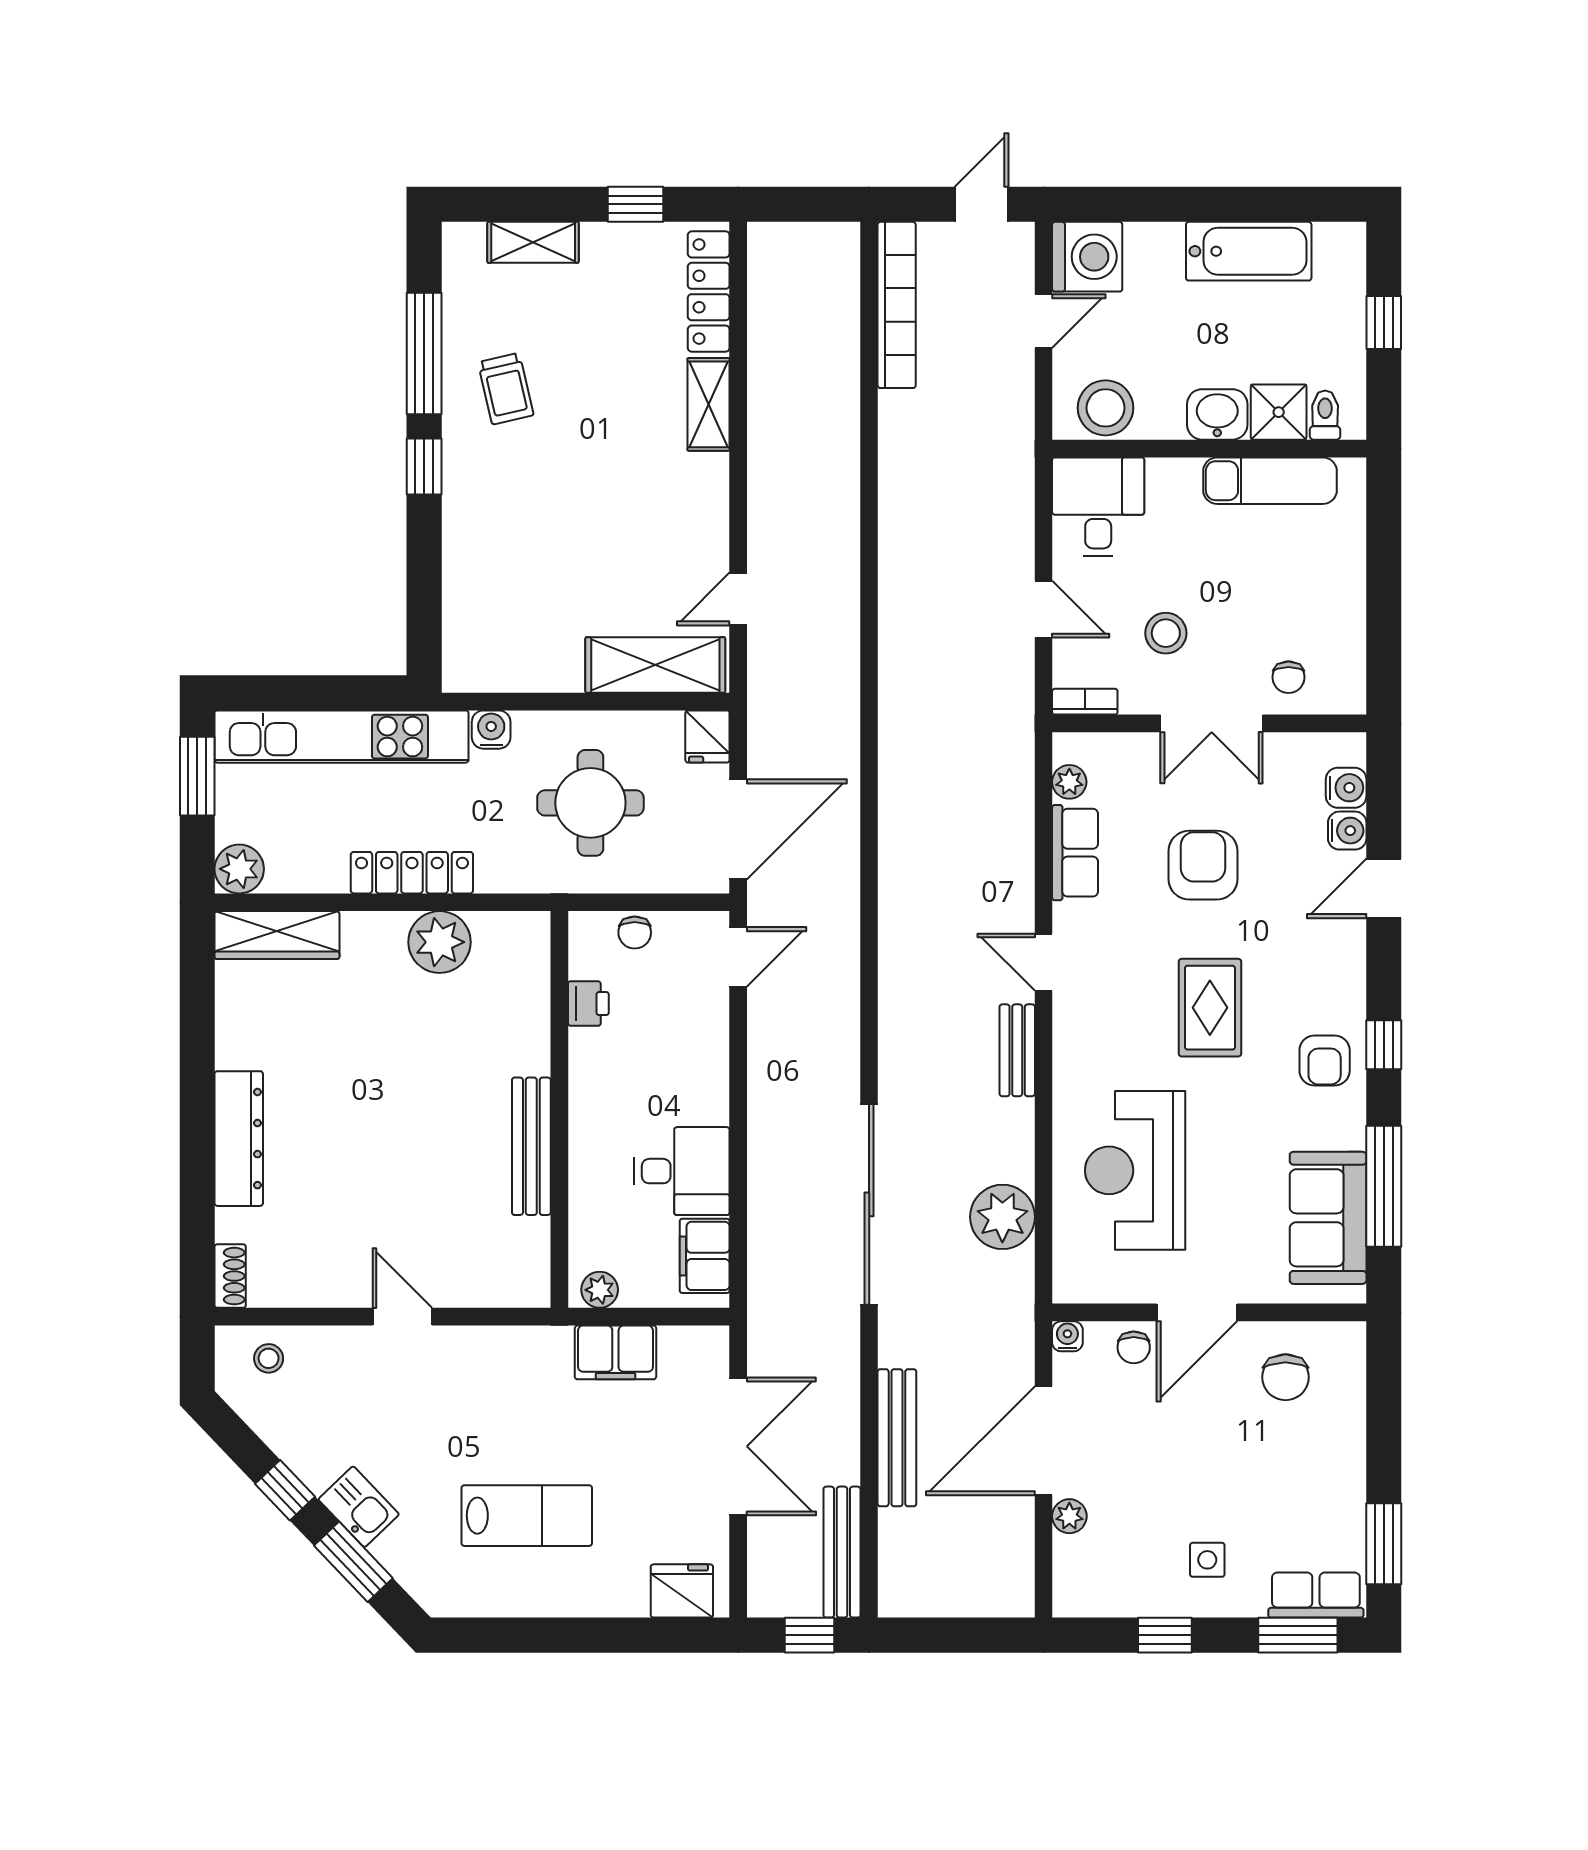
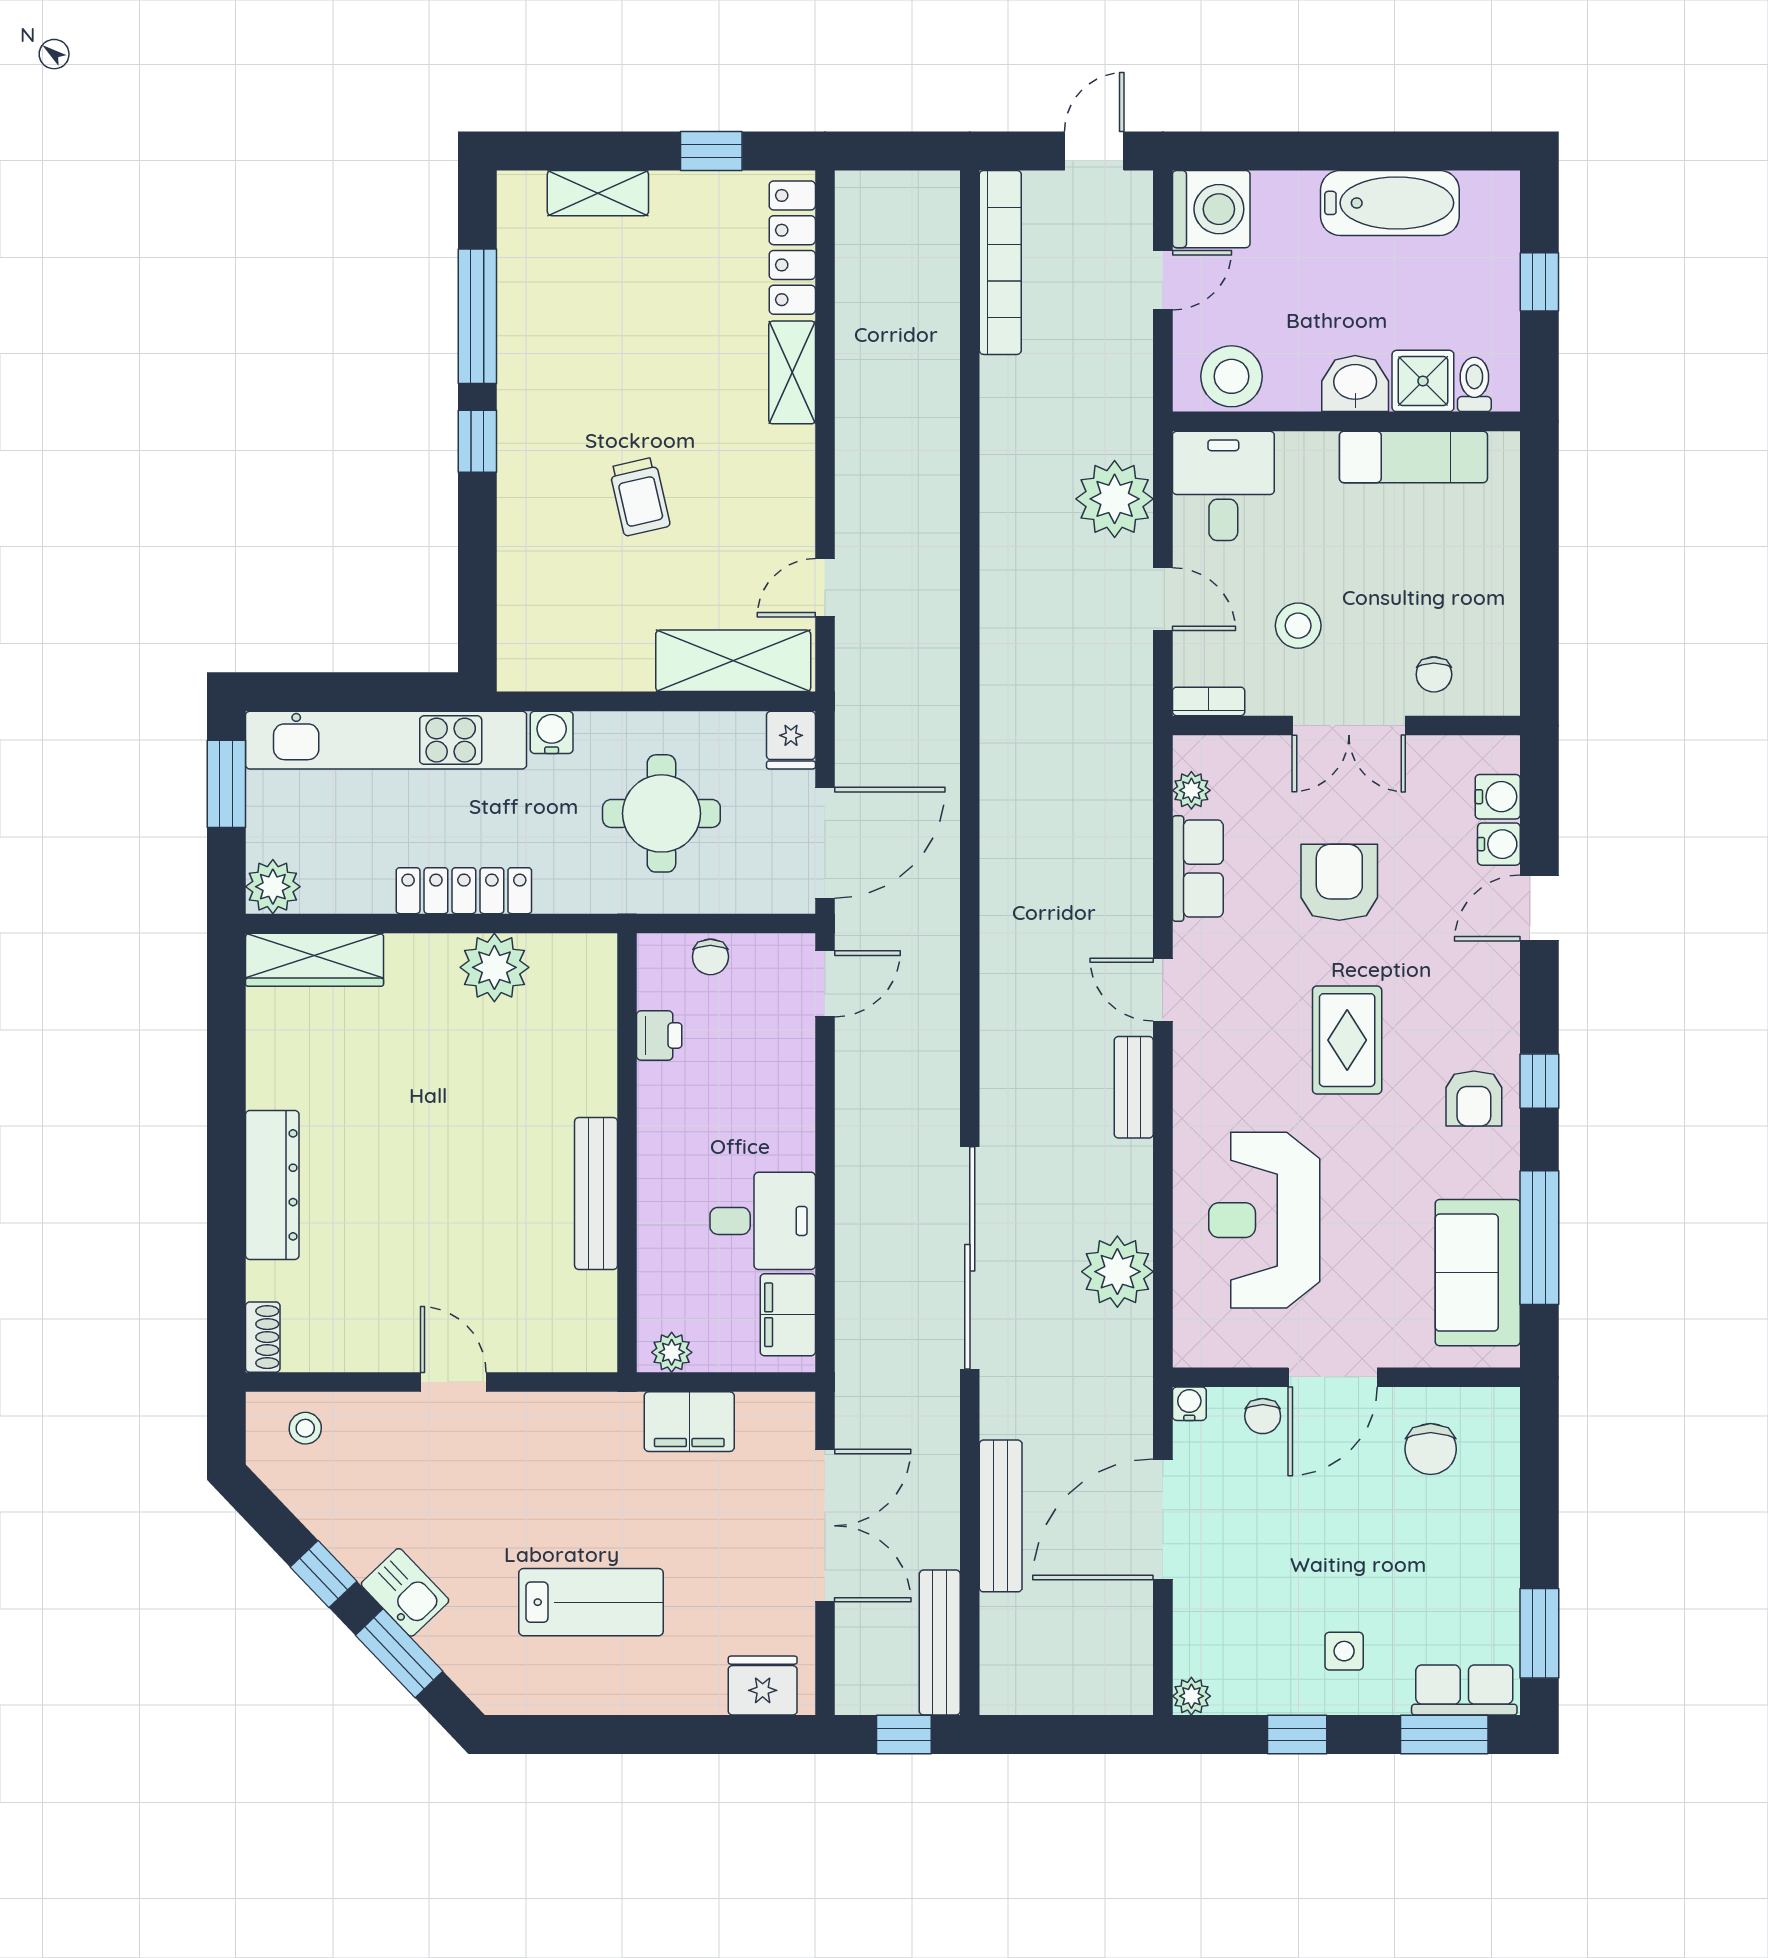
trolley: (506, 389) -> (640, 497), moved
plant: (1000, 519) -> (1115, 499), added
plant: (1069, 1516) -> (1191, 1696), moved

